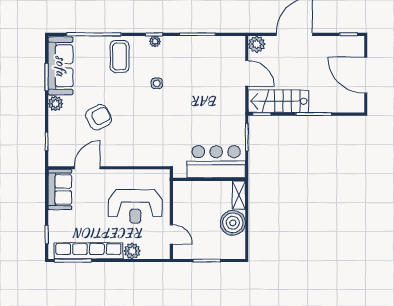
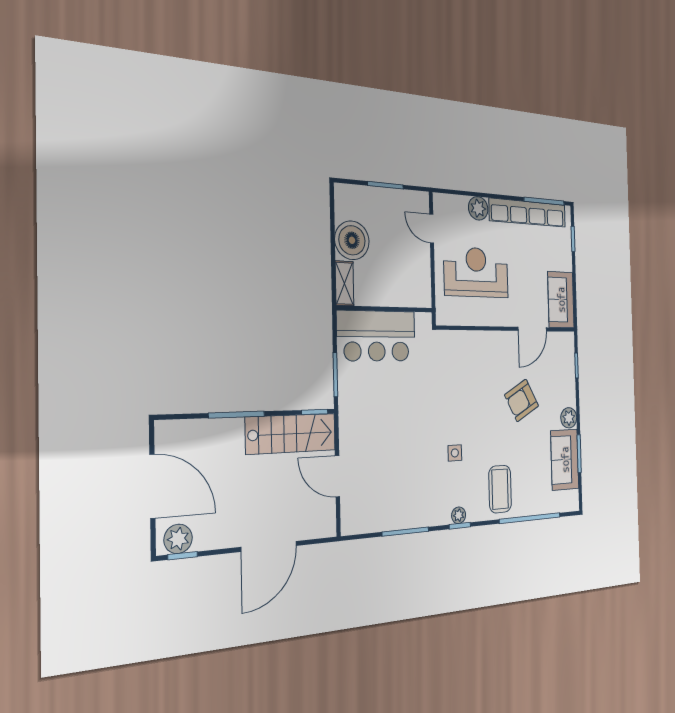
plant: (257, 44) -> (178, 539), moved
sofa: (61, 66) -> (565, 460), width x0.73

